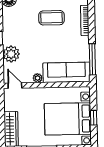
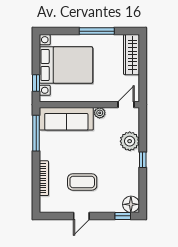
door: (15, 86) -> (126, 105), swing flipped
window: (94, 118) -> (36, 83), moved

